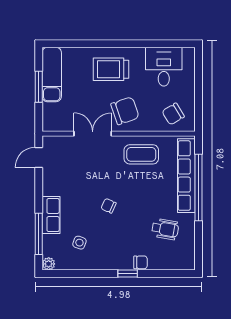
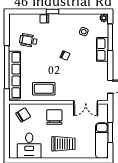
chair: (125, 111) -> (54, 117), turned 109
double door: (93, 134) -> (86, 102), moved

